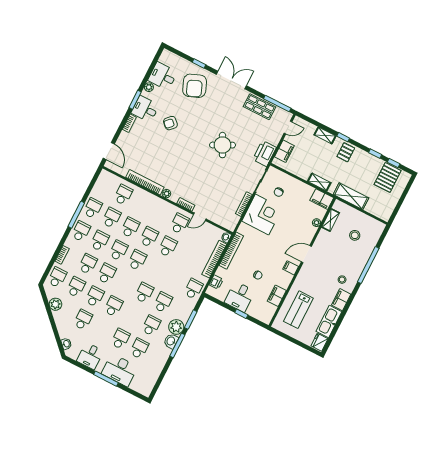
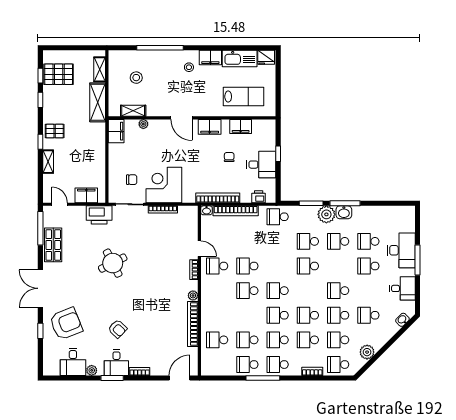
shelving: (319, 182) -> (100, 69), moved
school desk: (130, 227) -> (247, 315), removed
filing cabinet: (291, 268) -> (210, 127), width x2.00

